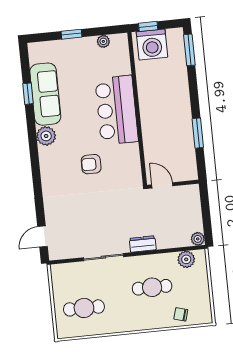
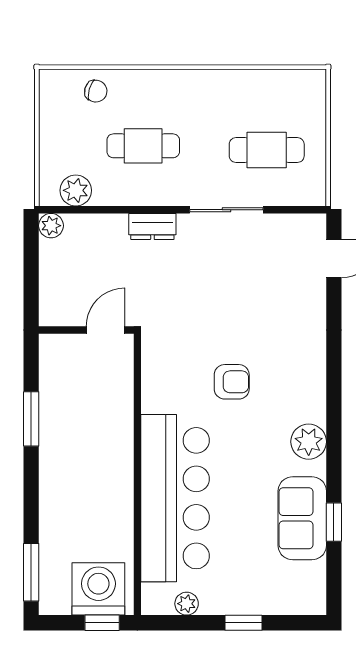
sofa: (45, 94) -> (302, 518), width x0.73
bar counter: (117, 110) -> (175, 498), width x1.36
door: (162, 185) -> (106, 330), swing flipped
cafe table: (84, 308) -> (267, 150), moved

